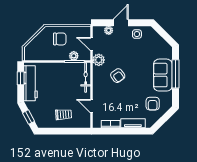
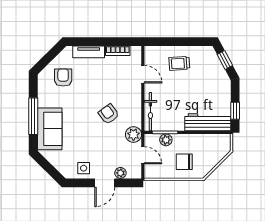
sofa: (163, 75) -> (50, 129), moved
workbench: (31, 83) -> (208, 122), moved, turned 90

